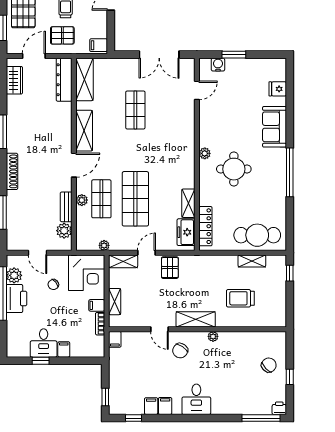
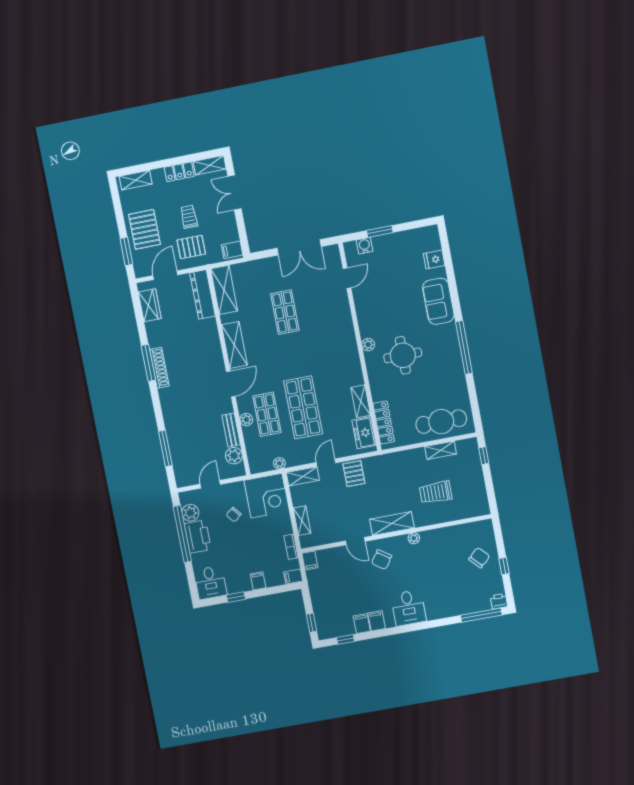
shoe rack: (12, 171) -> (159, 368), moved
door: (37, 253) -> (210, 484), swing flipped
filing cabinet: (97, 305) -> (293, 577), moved
desk: (44, 343) -> (210, 583), moved

